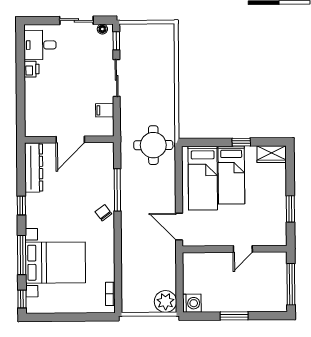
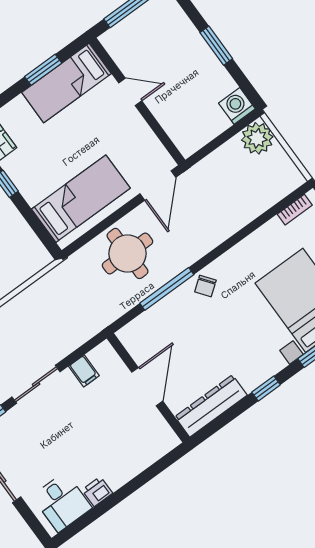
door: (70, 139) -> (147, 387), hinge flipped
round table: (153, 145) -> (127, 253), moved
bed: (231, 175) -> (66, 83), moved, turned 180

